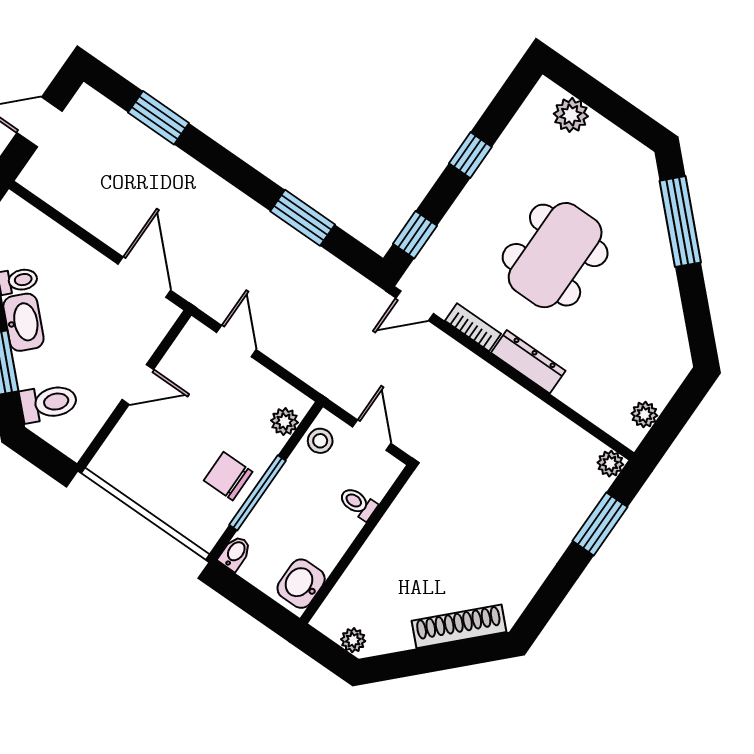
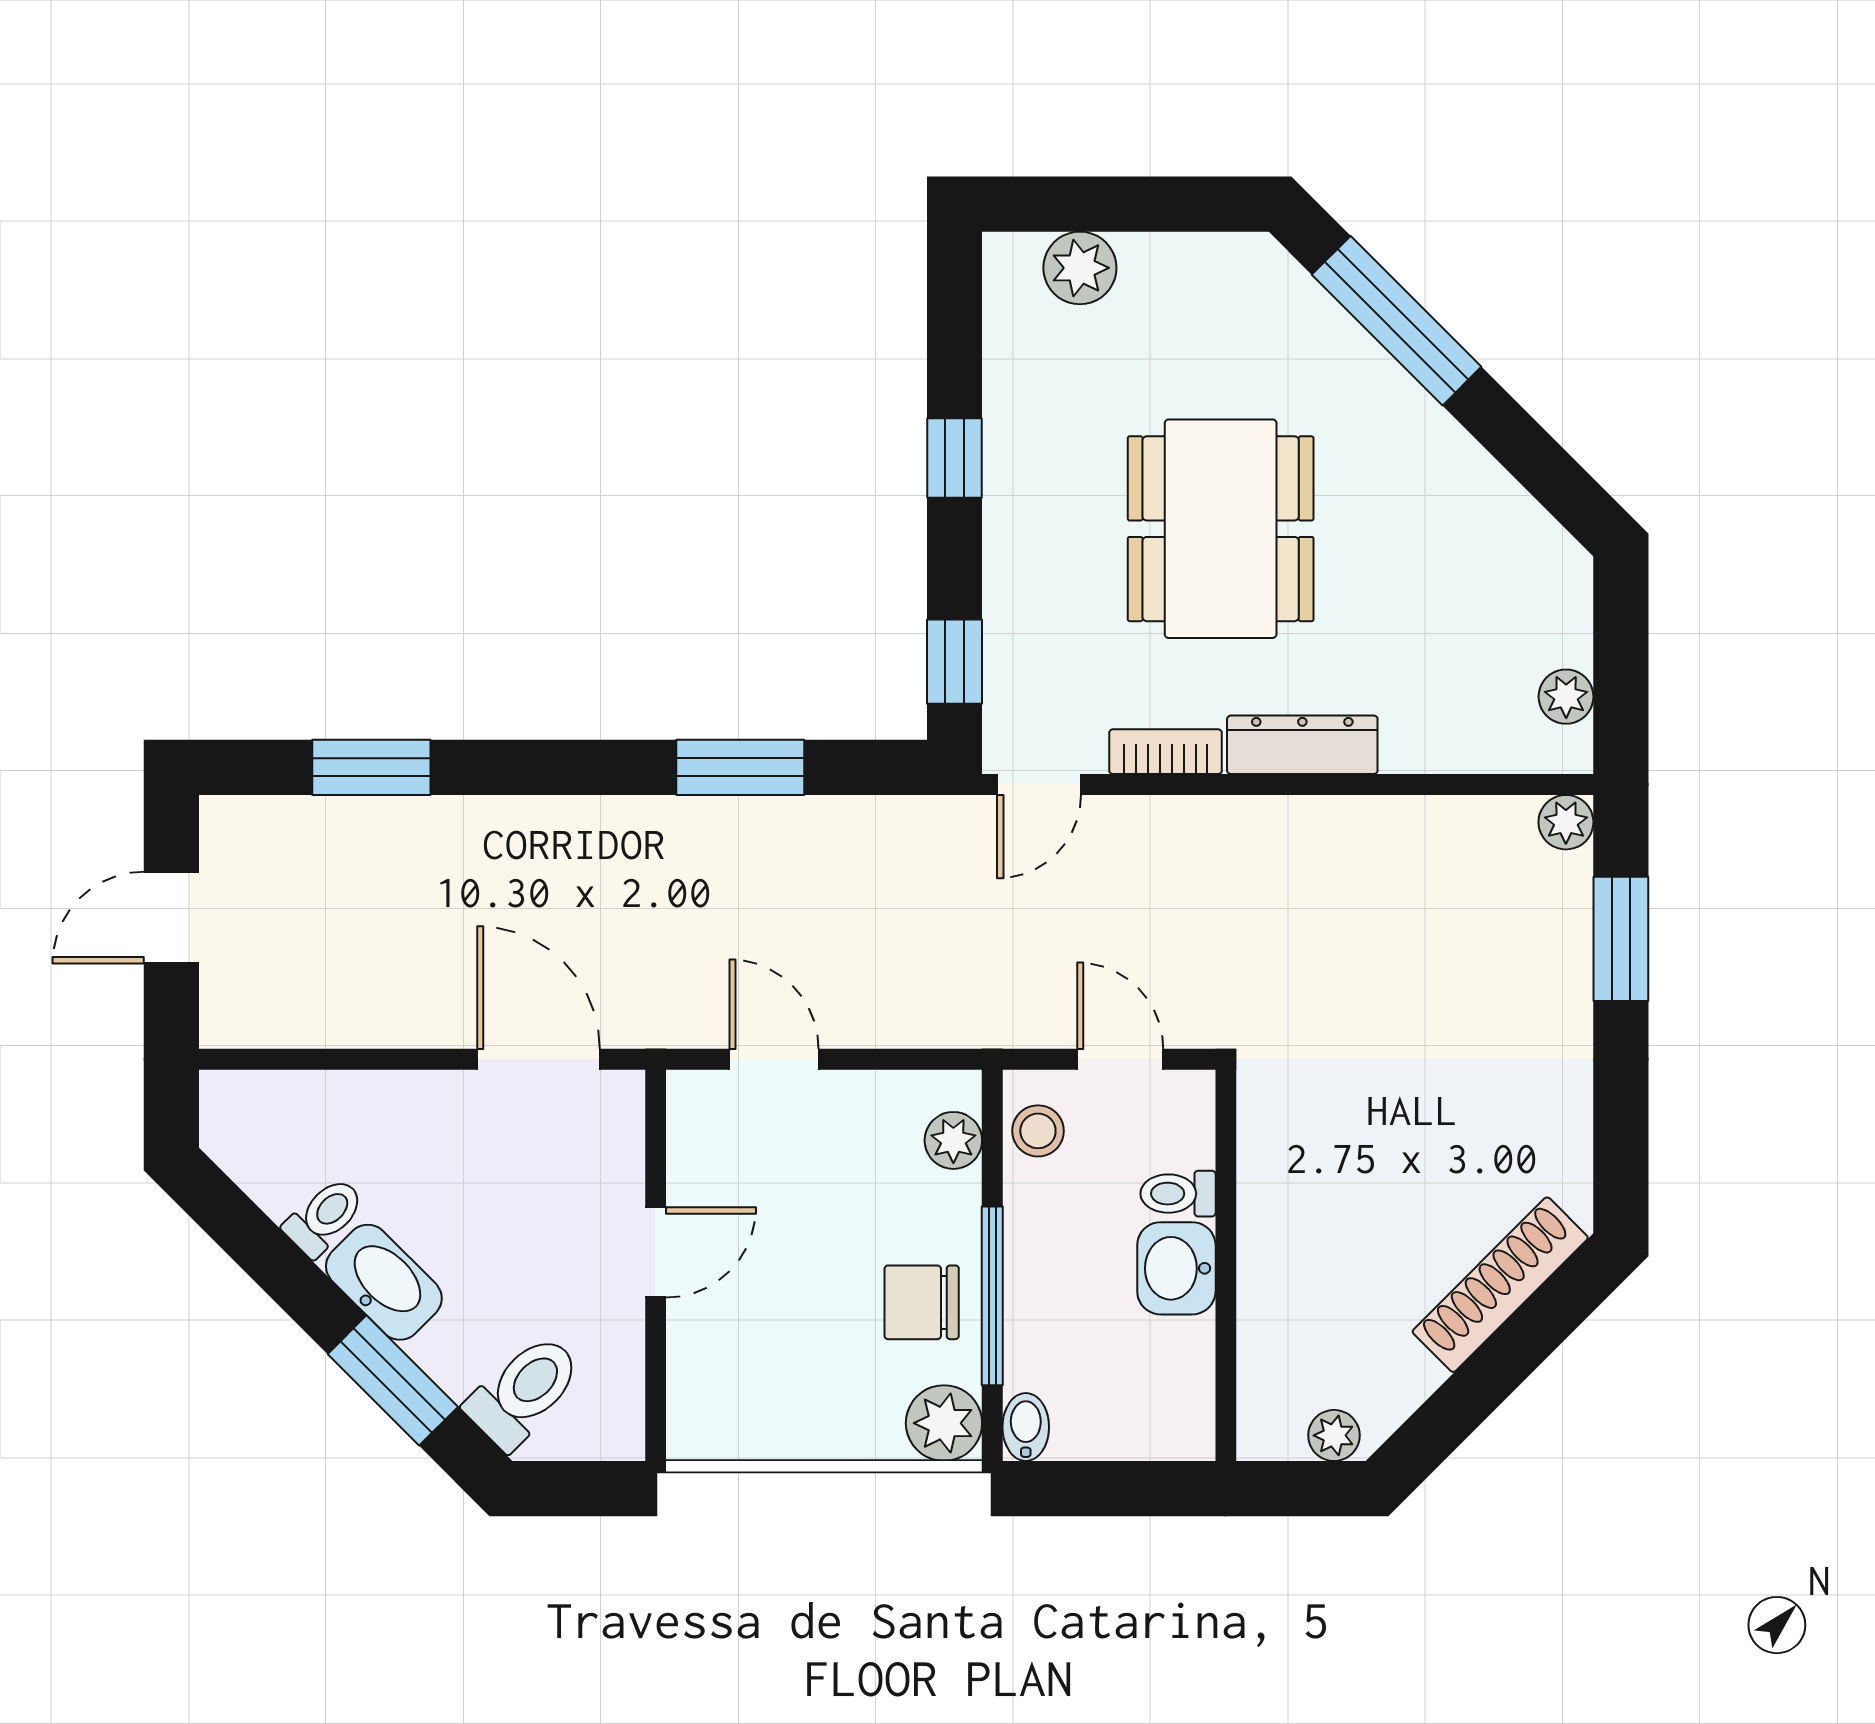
plant: (204, 529) -> (944, 1423), added
washbasin: (301, 584) -> (1176, 1268), moved

